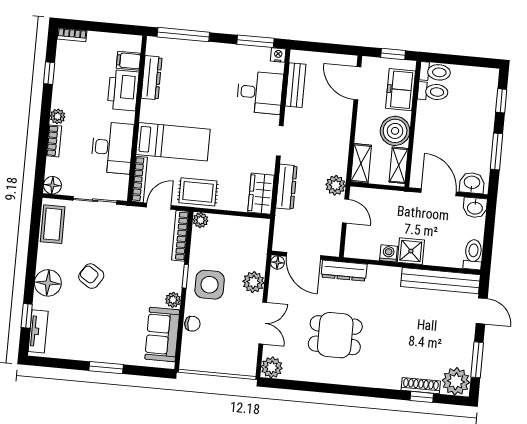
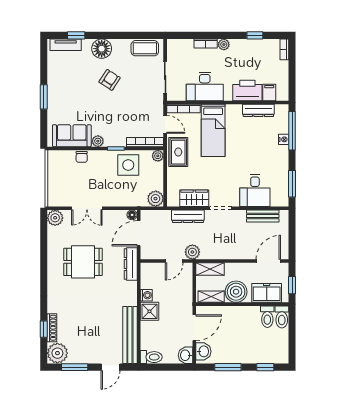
nightstand: (278, 55) -> (284, 139), moved
floor lamp: (52, 185) -> (173, 45), removed
wardrobe: (261, 194) -> (194, 198), moved
plant: (253, 282) -> (156, 199), moved
side table: (210, 285) -> (128, 165), moved
dining table: (335, 335) -> (83, 262), turned 90

